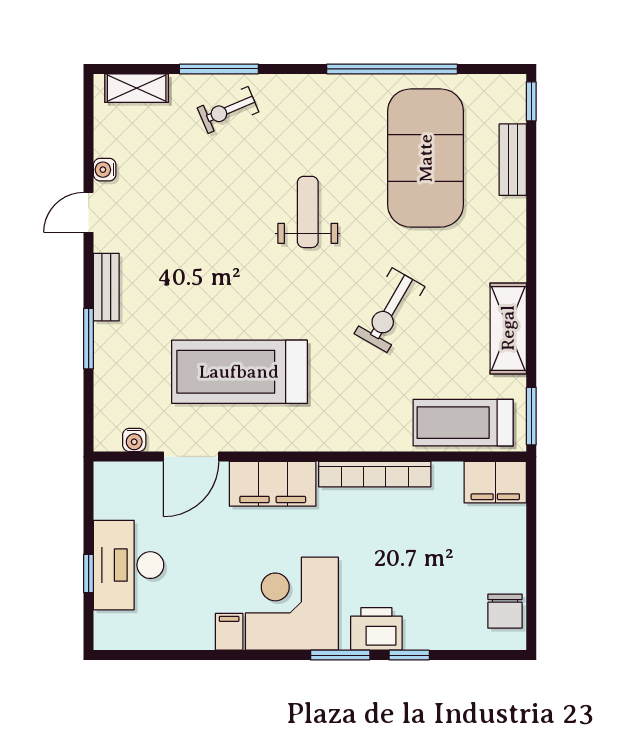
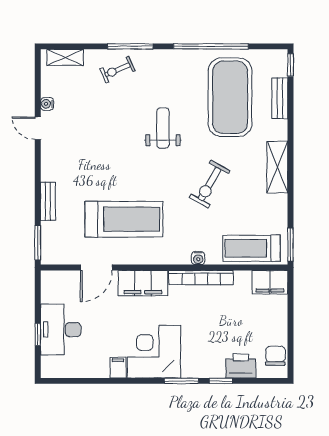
window: (219, 69) -> (130, 46), moved
door: (89, 212) -> (38, 128), hinge flipped
bench: (106, 287) -> (48, 201), moved
shelving: (508, 328) -> (277, 167), moved
window: (89, 339) -> (38, 243), moved
treadmill: (239, 372) -> (124, 219), turned 180
water cooler: (134, 440) -> (198, 258), moved
chair: (505, 611) -> (275, 356), turned 180
printer: (376, 629) -> (241, 366), moved

